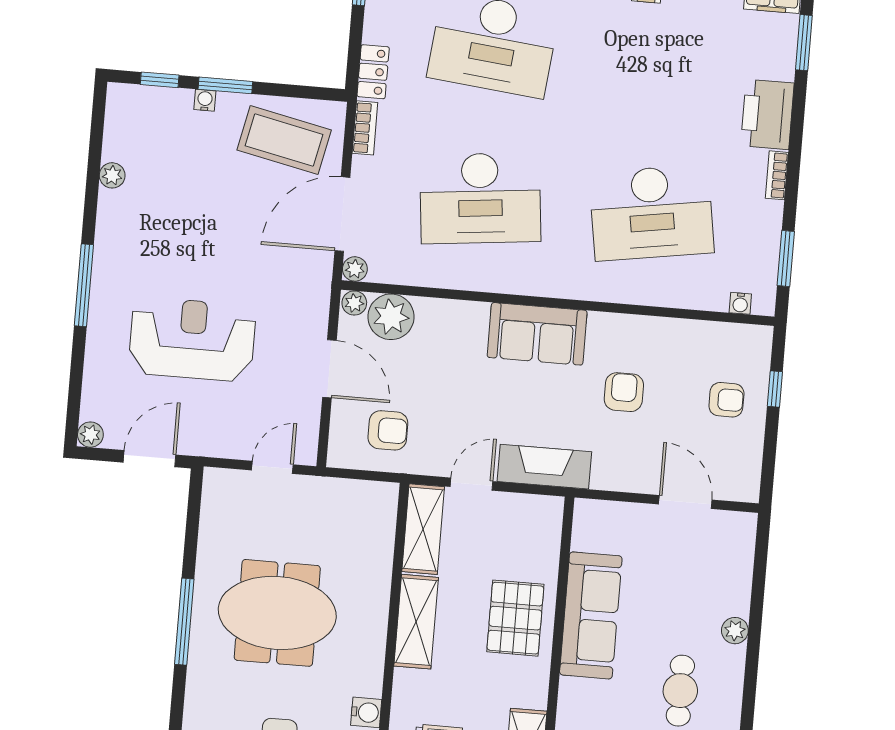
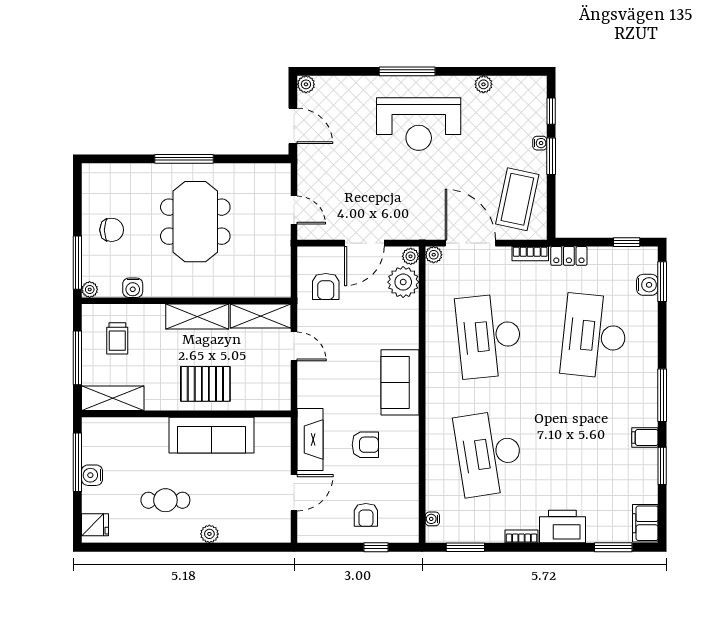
reception desk: (192, 339) -> (419, 124), moved, turned 90
fireplace: (544, 467) -> (310, 439), moved

